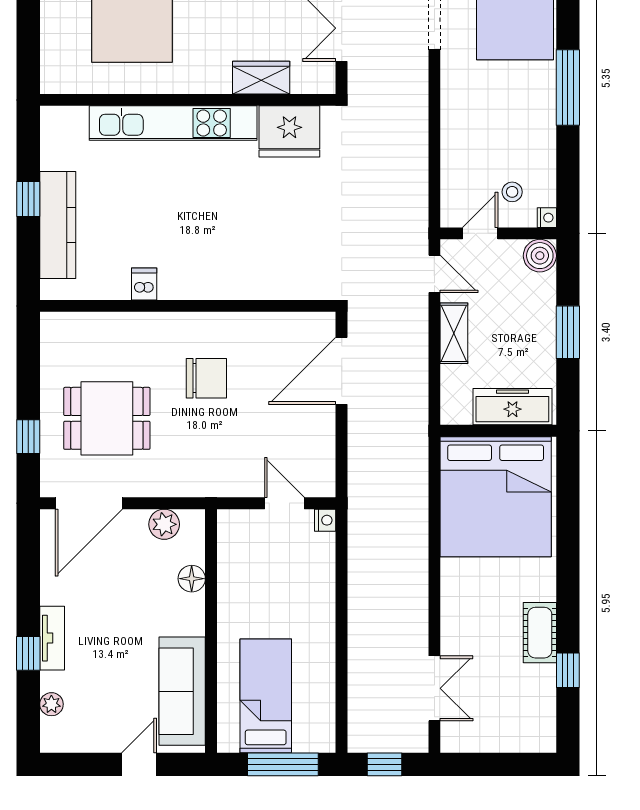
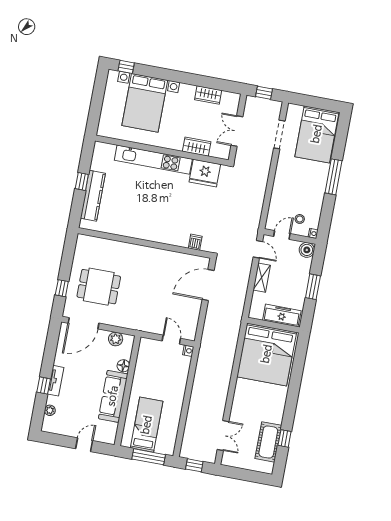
dishwasher: (144, 284) -> (195, 242), moved
chair: (206, 378) -> (147, 277), removed
cot: (540, 633) -> (268, 442), moved, width x1.37, depth x1.34
sofa: (182, 691) -> (113, 396), moved

